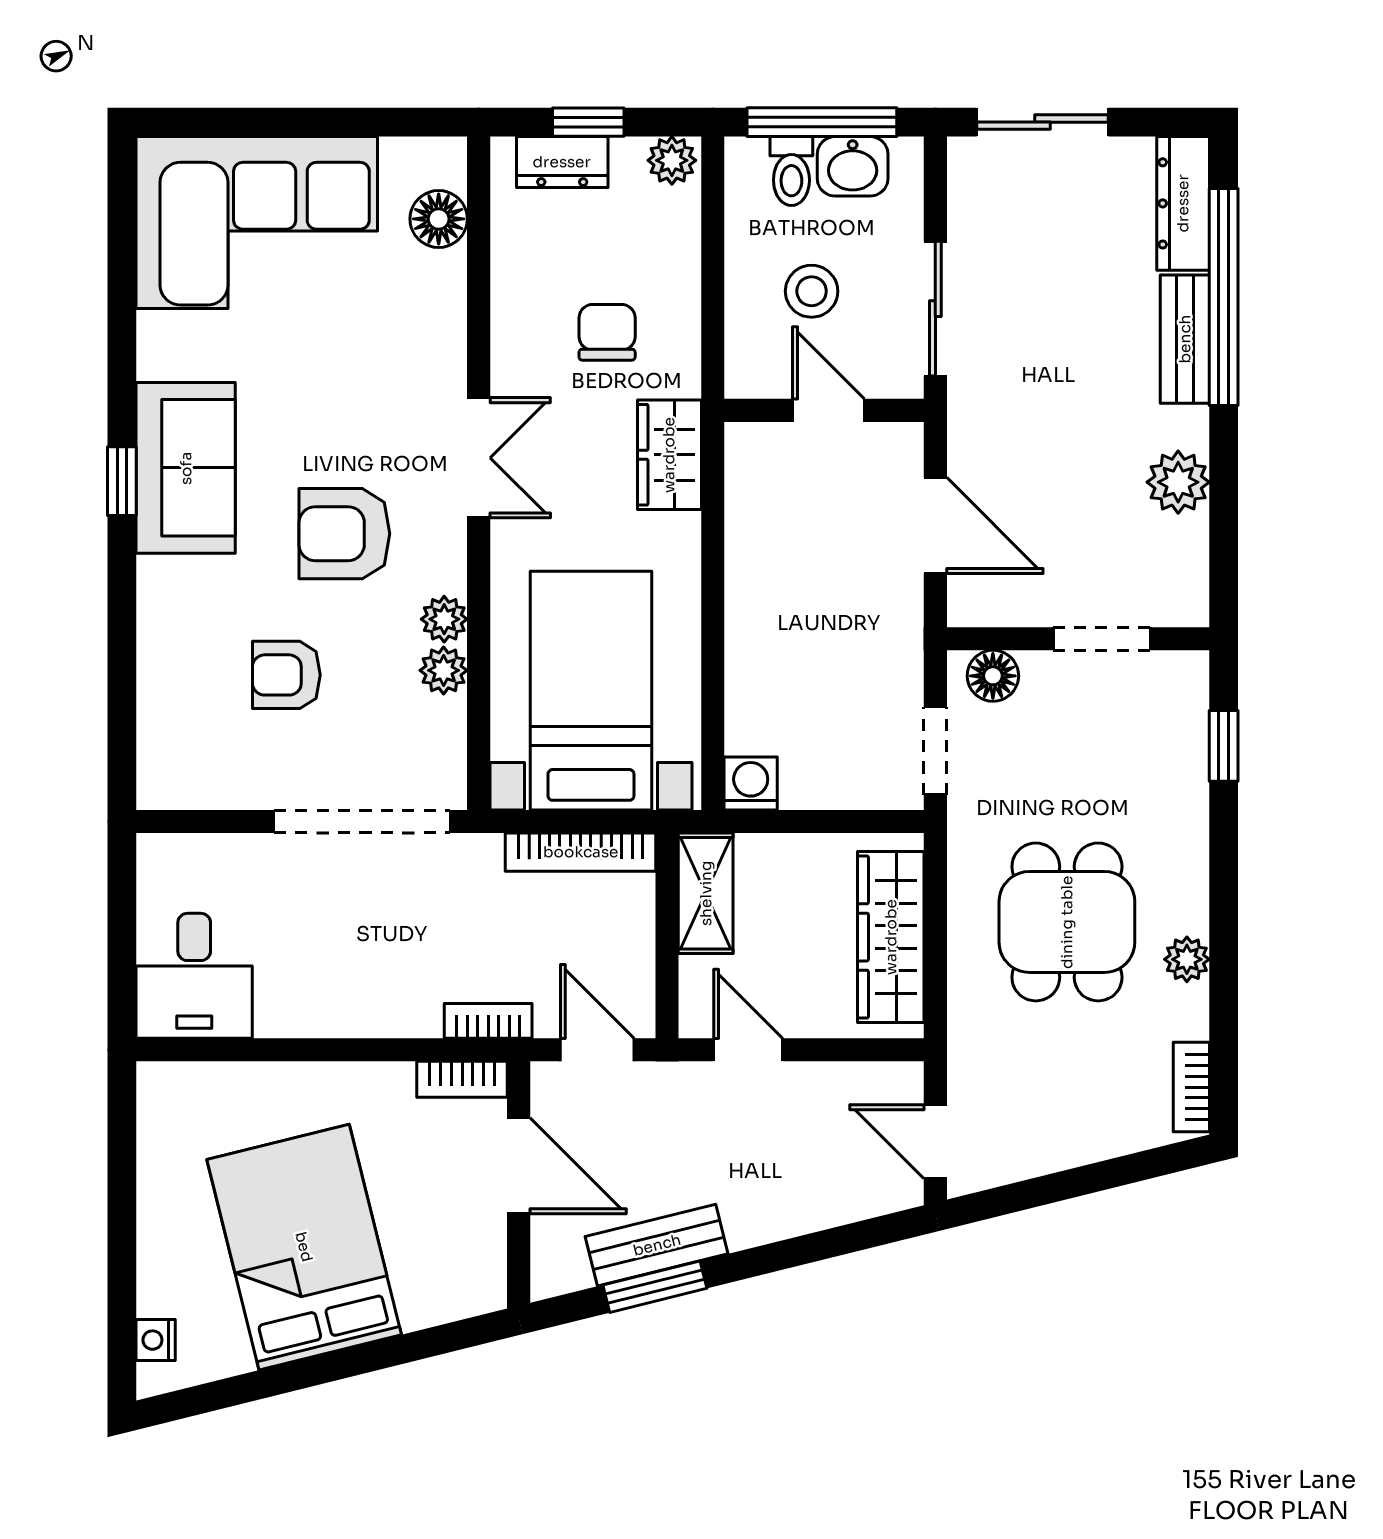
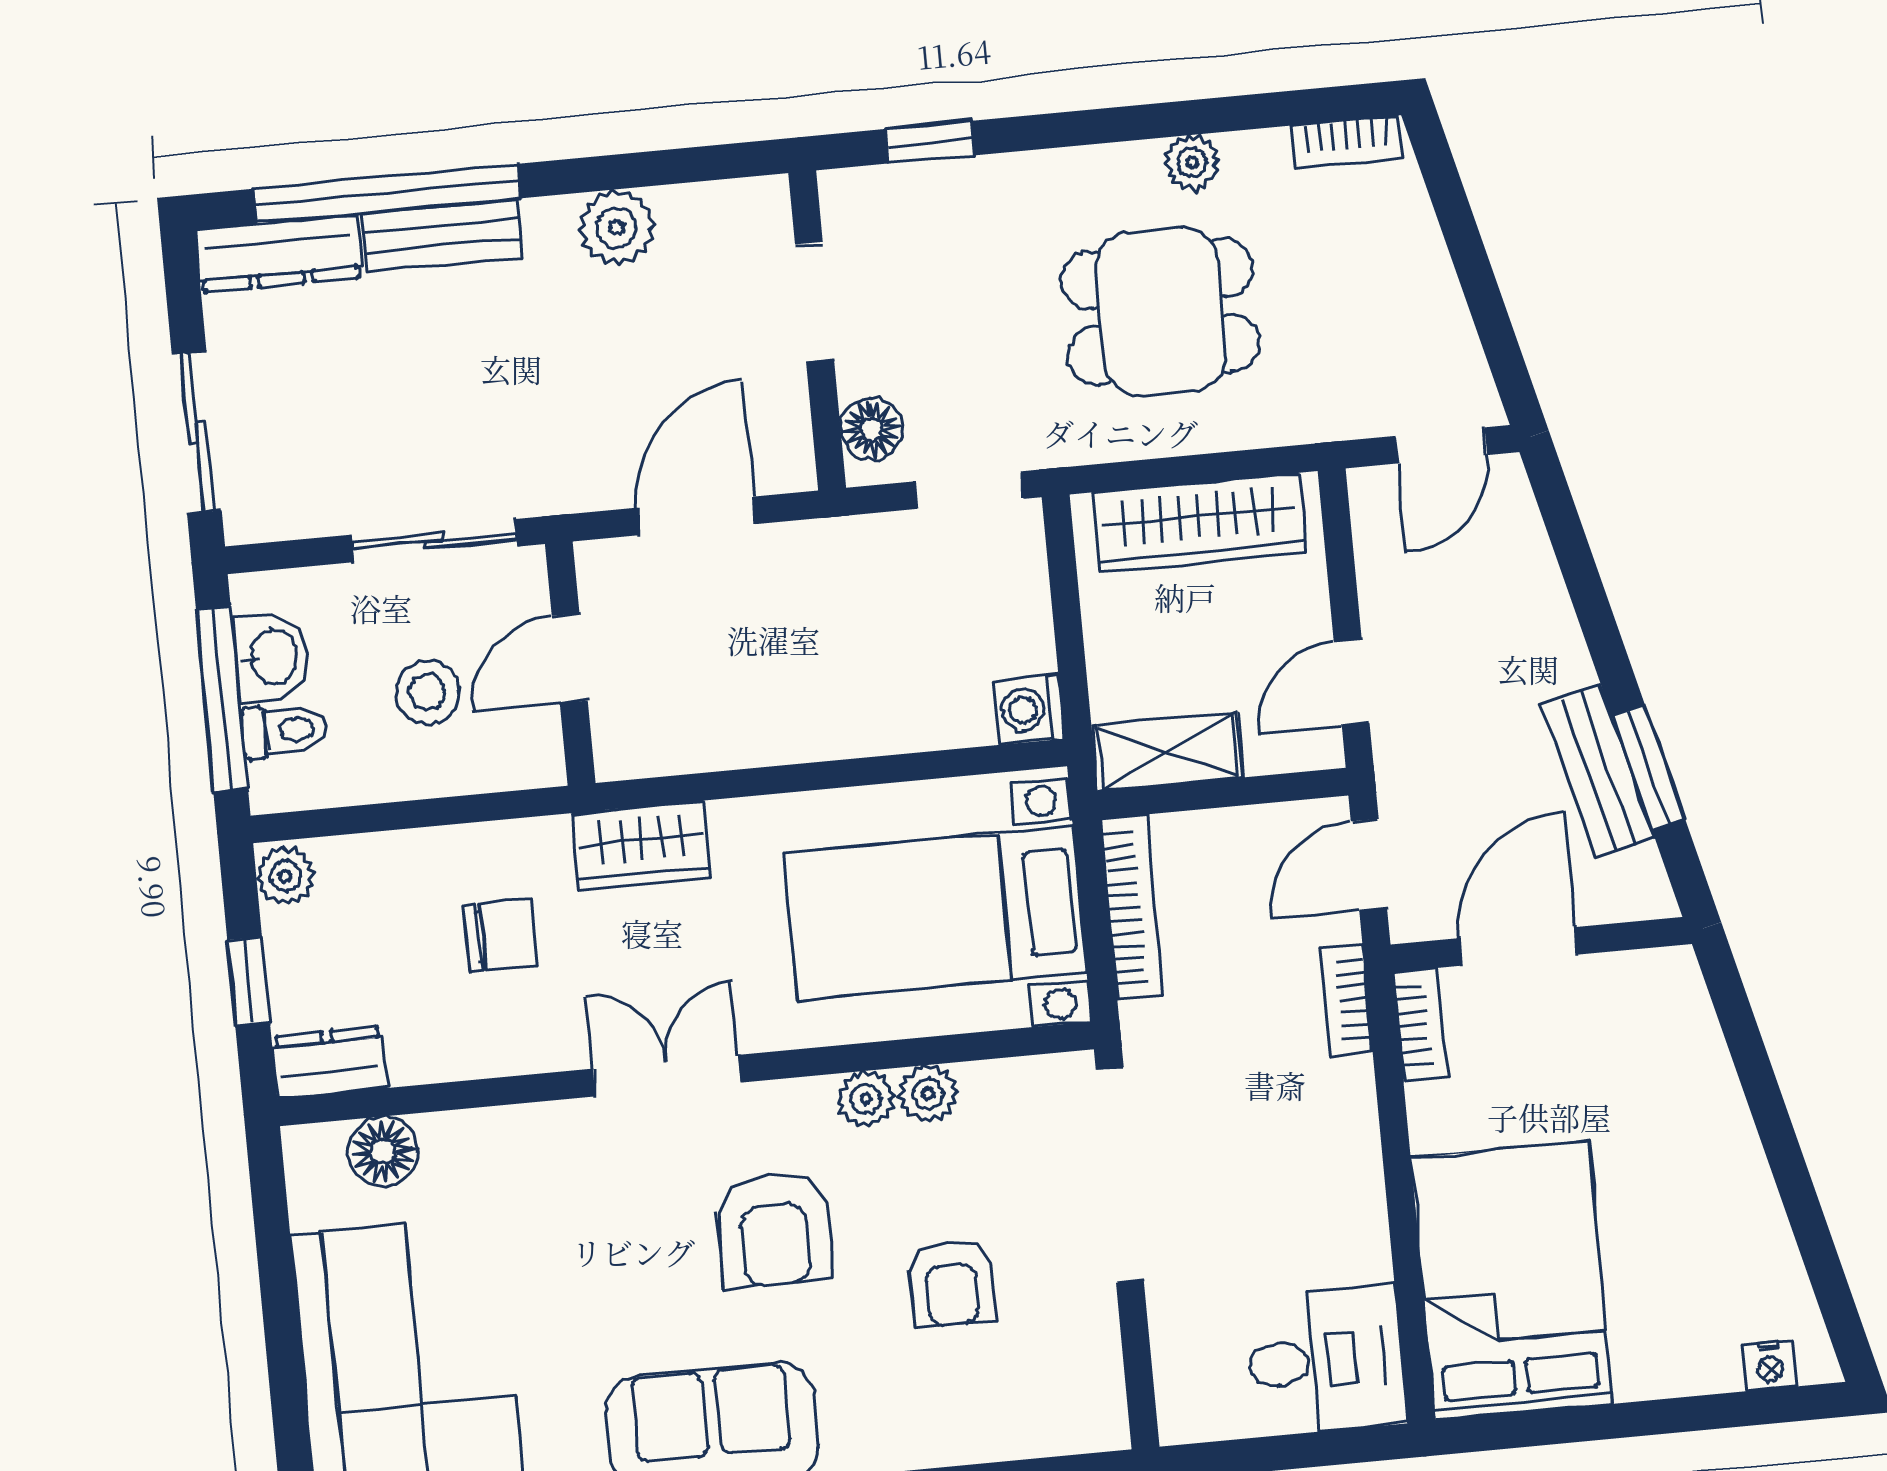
dresser: (562, 162) -> (329, 1062), moved, turned -90
chair: (607, 332) -> (501, 935), turned 180
bed: (304, 1247) -> (1512, 1281), moved, turned 104

